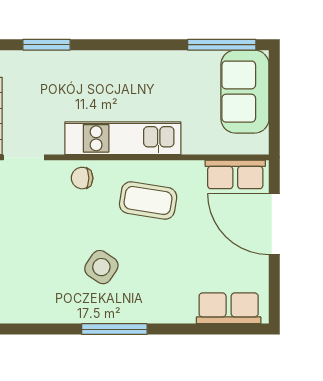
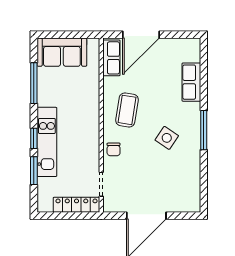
window: (100, 45) -> (34, 138), added
window: (222, 45) -> (34, 83), moved
kitchen unit: (123, 138) -> (47, 142), moved, turned 180
row of seats: (229, 308) -> (191, 82), moved

